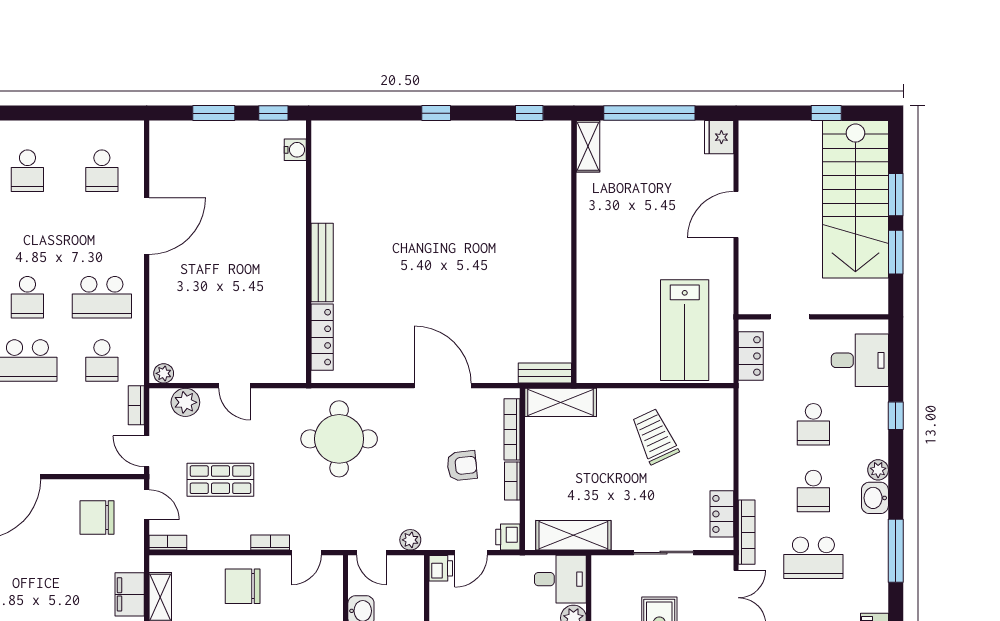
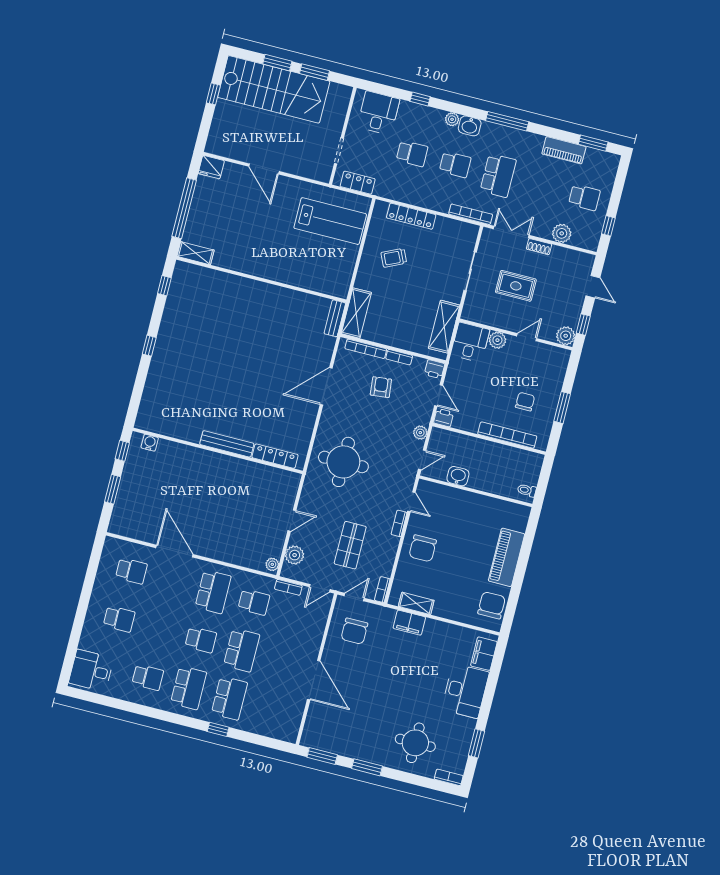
trolley: (655, 436) -> (394, 258), width x0.73, depth x0.72
locker: (722, 514) -> (411, 216), moved, width x1.53

